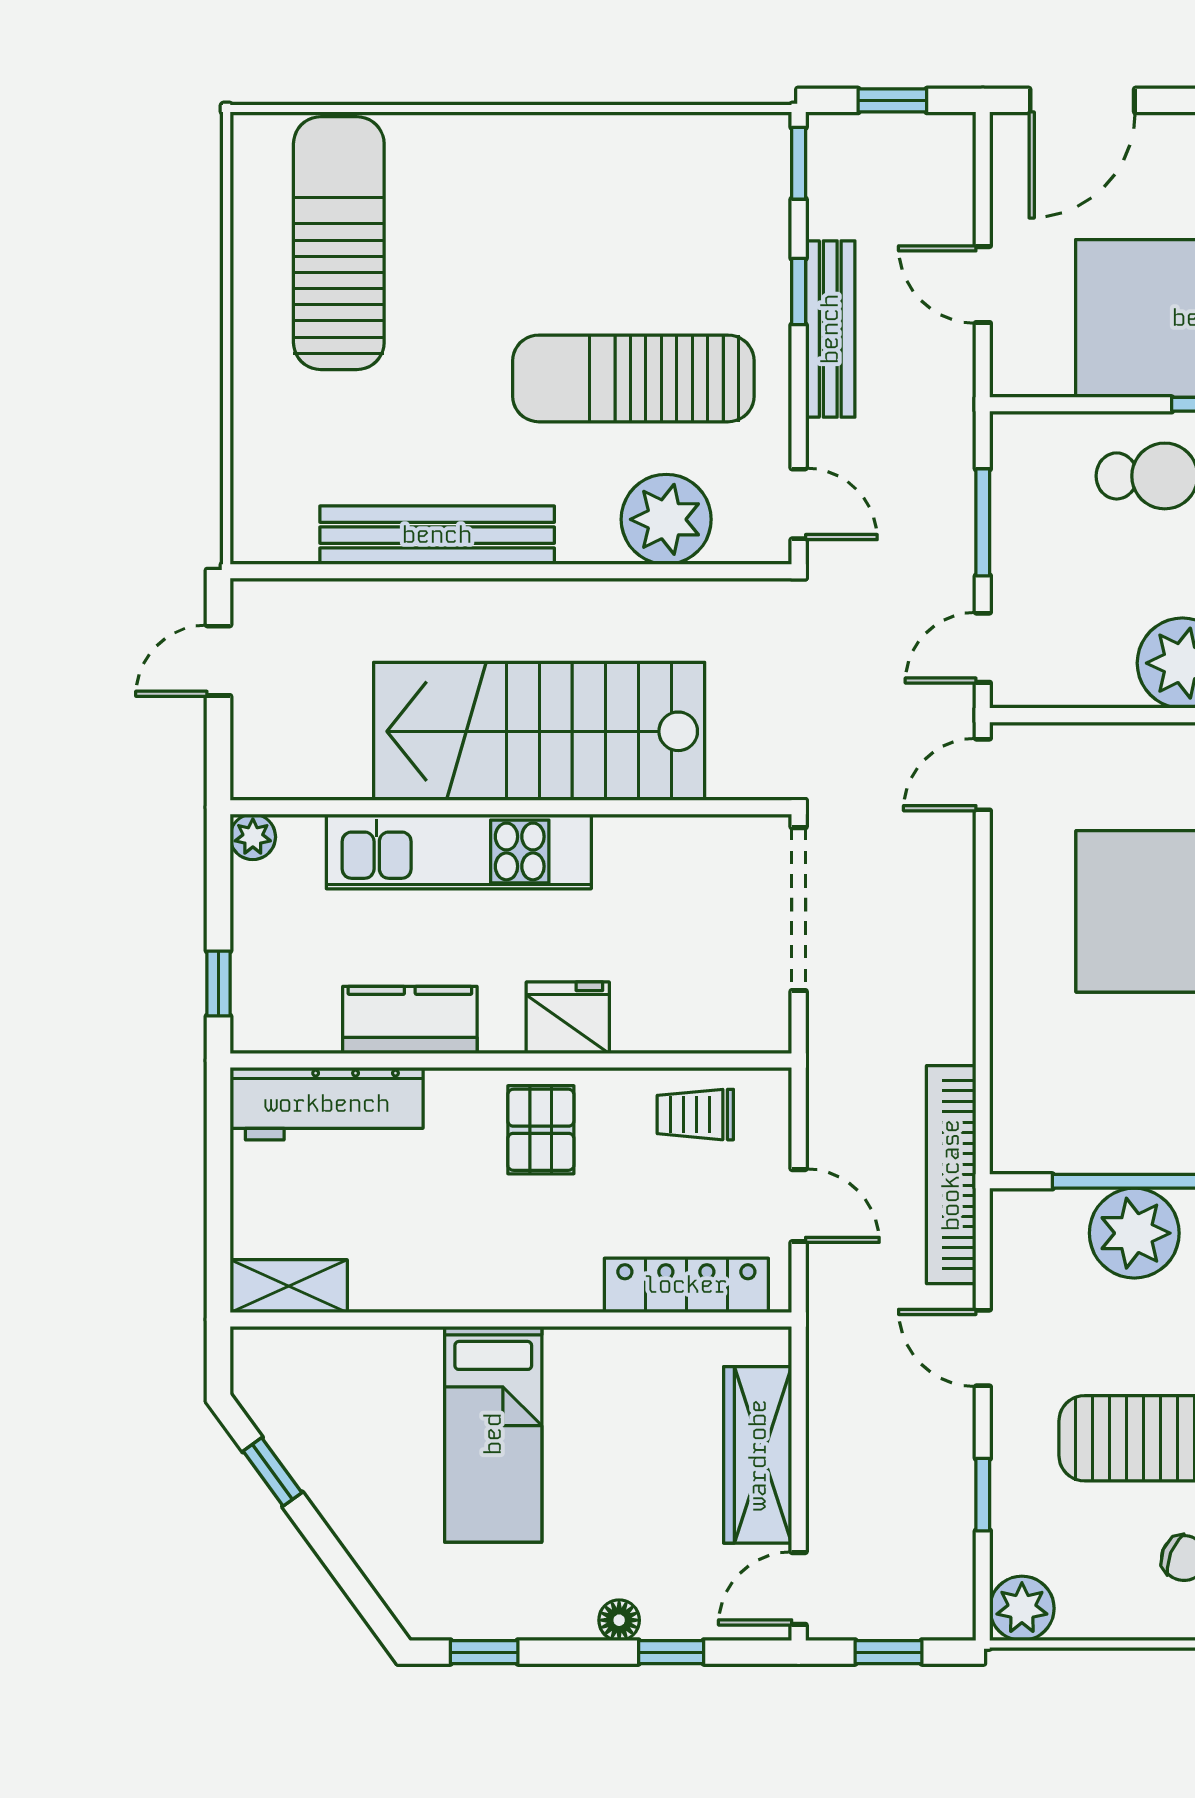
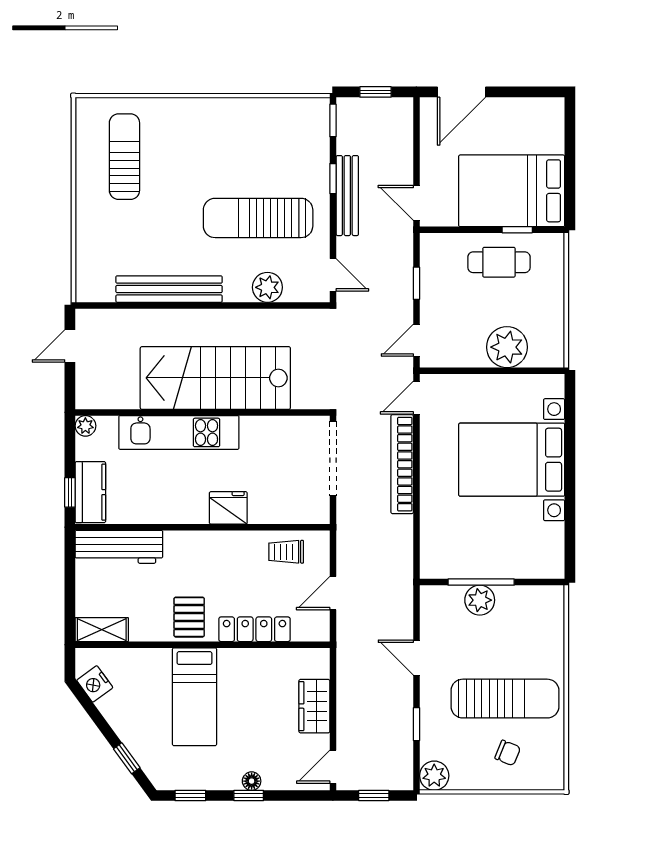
sun lounger: (339, 243) -> (124, 157), width x0.73, depth x0.75
door: (983, 285) -> (416, 203), moved
plant: (666, 519) -> (267, 287), width x0.73, depth x0.73
window: (983, 522) -> (416, 283), width x0.67
kitchen counter: (410, 1020) -> (90, 492), moved, turned 90
pallet: (541, 1130) -> (189, 617), moved
bookcase: (951, 1175) -> (402, 464), moved
door: (799, 1206) -> (333, 593), swing flipped
plant: (1134, 1233) -> (480, 600), width x0.73, depth x0.73
locker: (686, 1285) -> (254, 629), moved
nightstand: (273, 1406) -> (95, 684), added
wardrobe: (758, 1455) -> (314, 706), width x0.67
window: (272, 1472) -> (127, 758), moved
window: (671, 1652) -> (249, 796), moved

